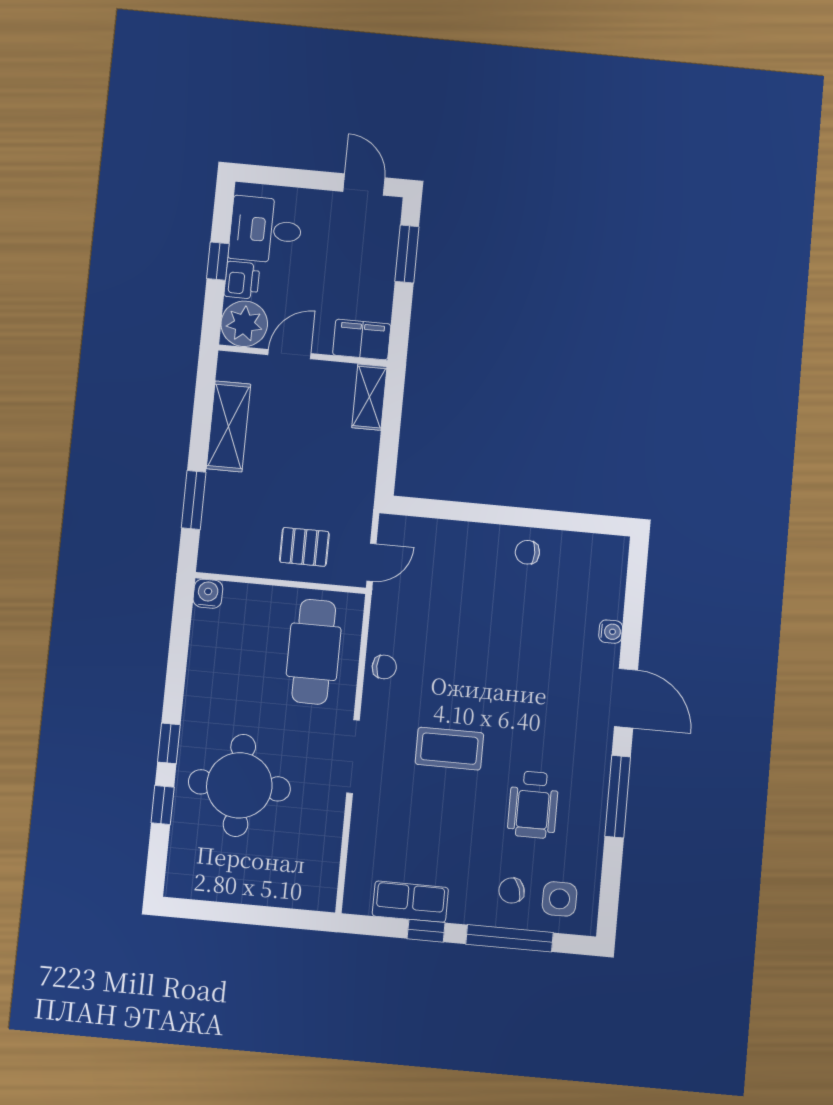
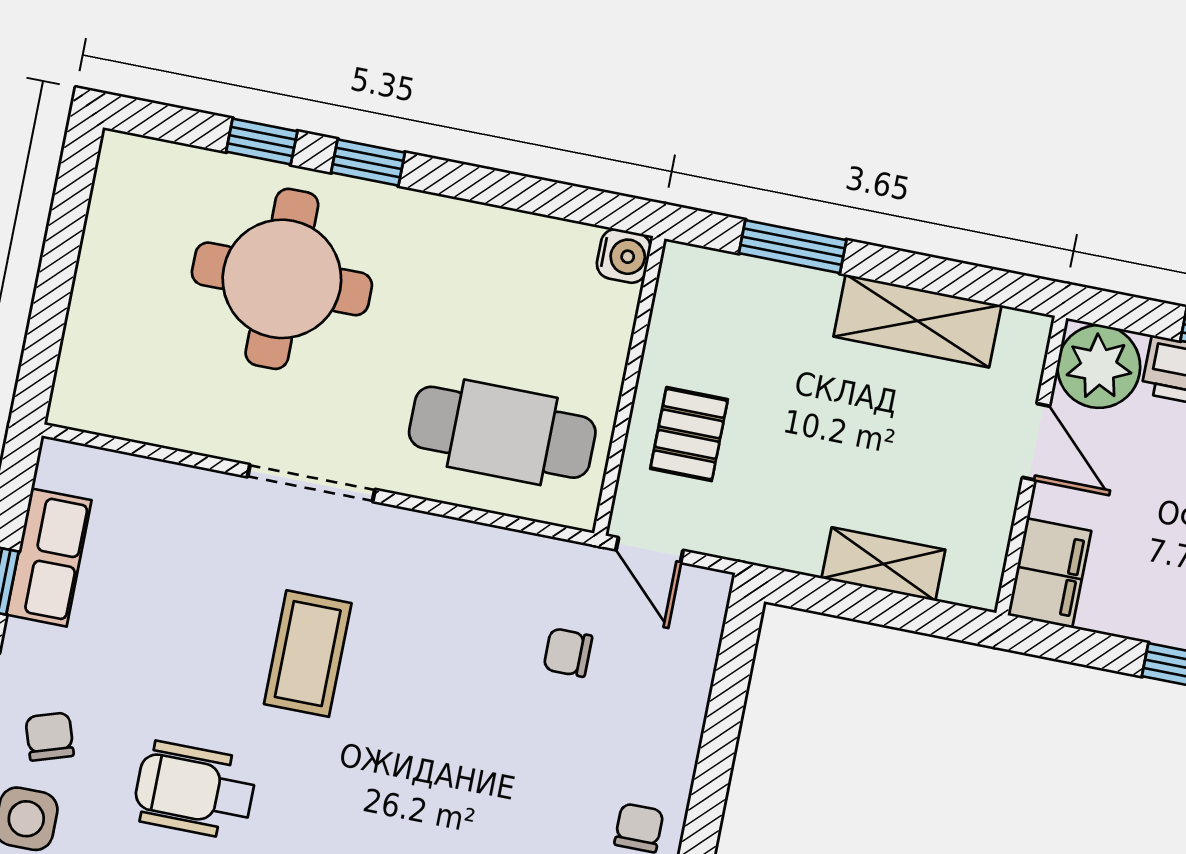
shelving: (369, 397) -> (883, 564), moved
chair: (384, 667) -> (568, 652), moved, turned 90

